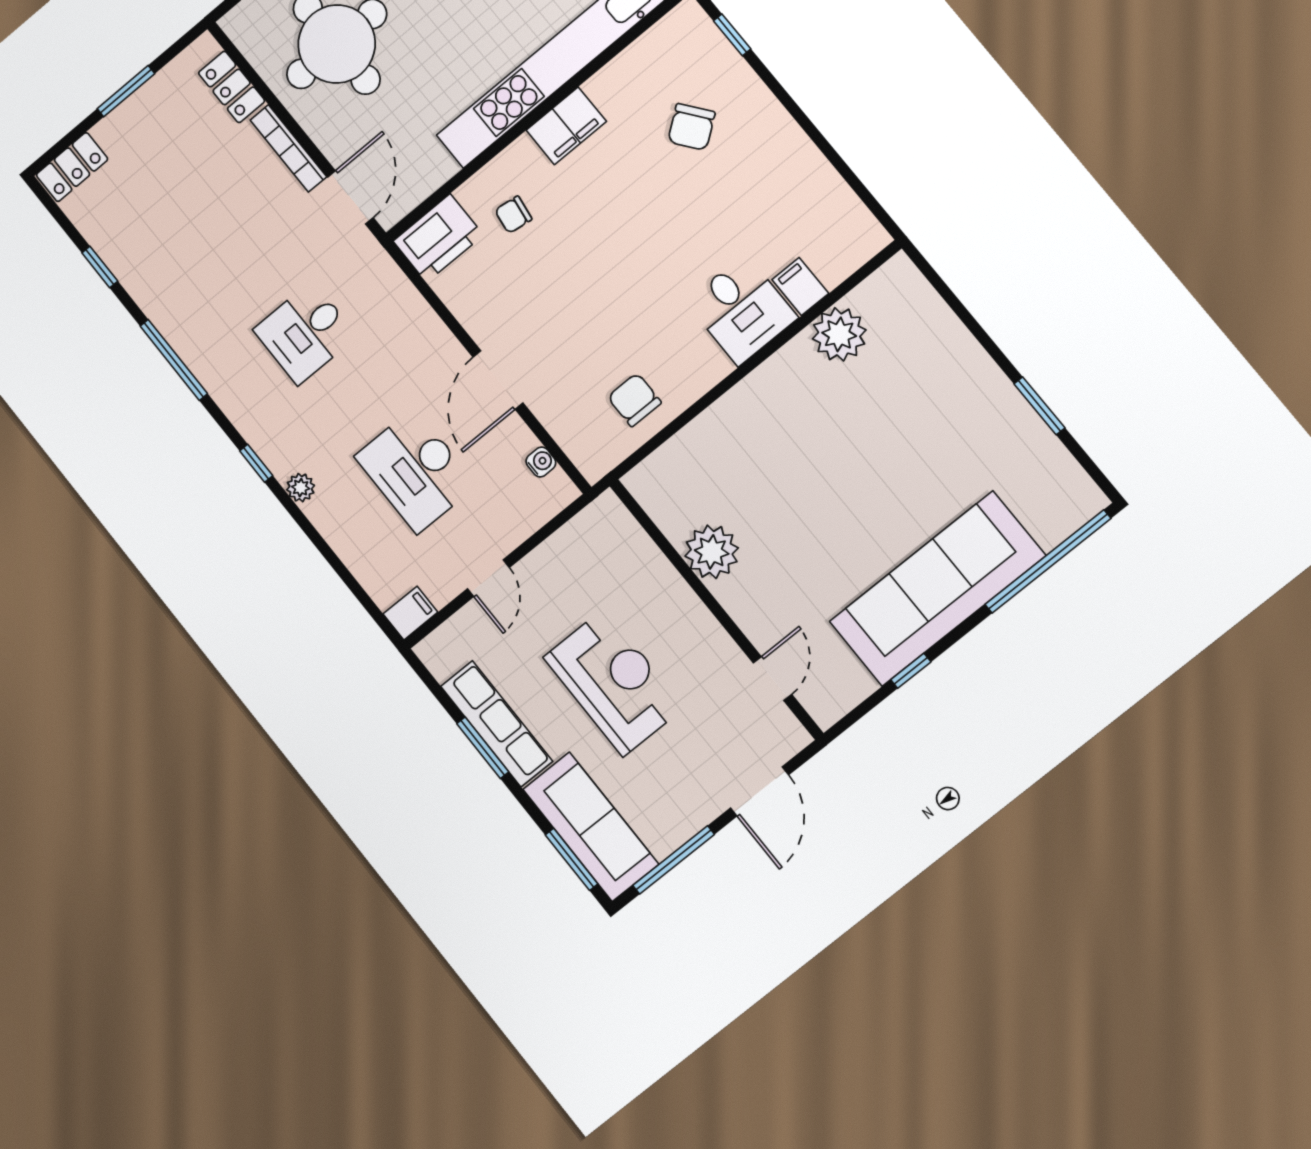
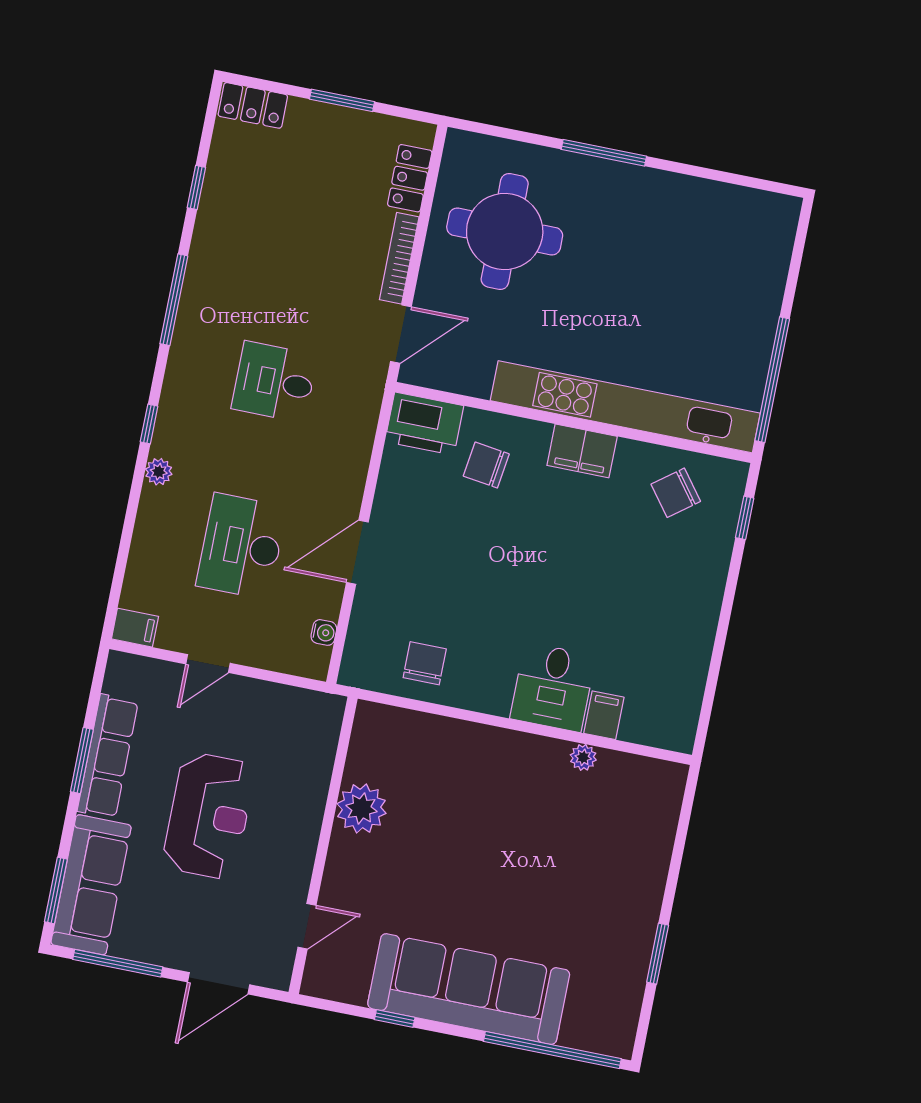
chair: (691, 127) -> (676, 493), moved
chair: (513, 215) -> (486, 465), width x1.37, depth x1.37
plant: (839, 334) -> (583, 757), width x0.53, depth x0.53

